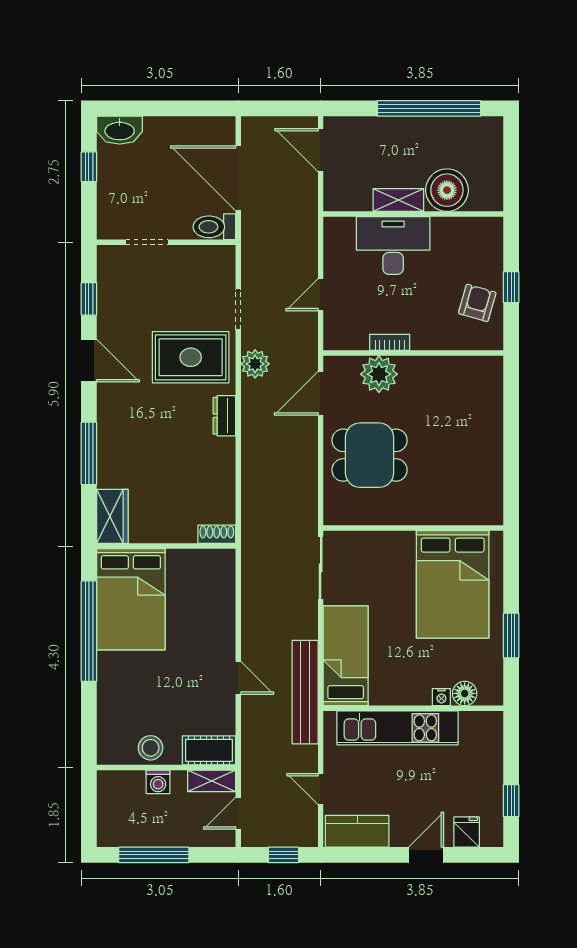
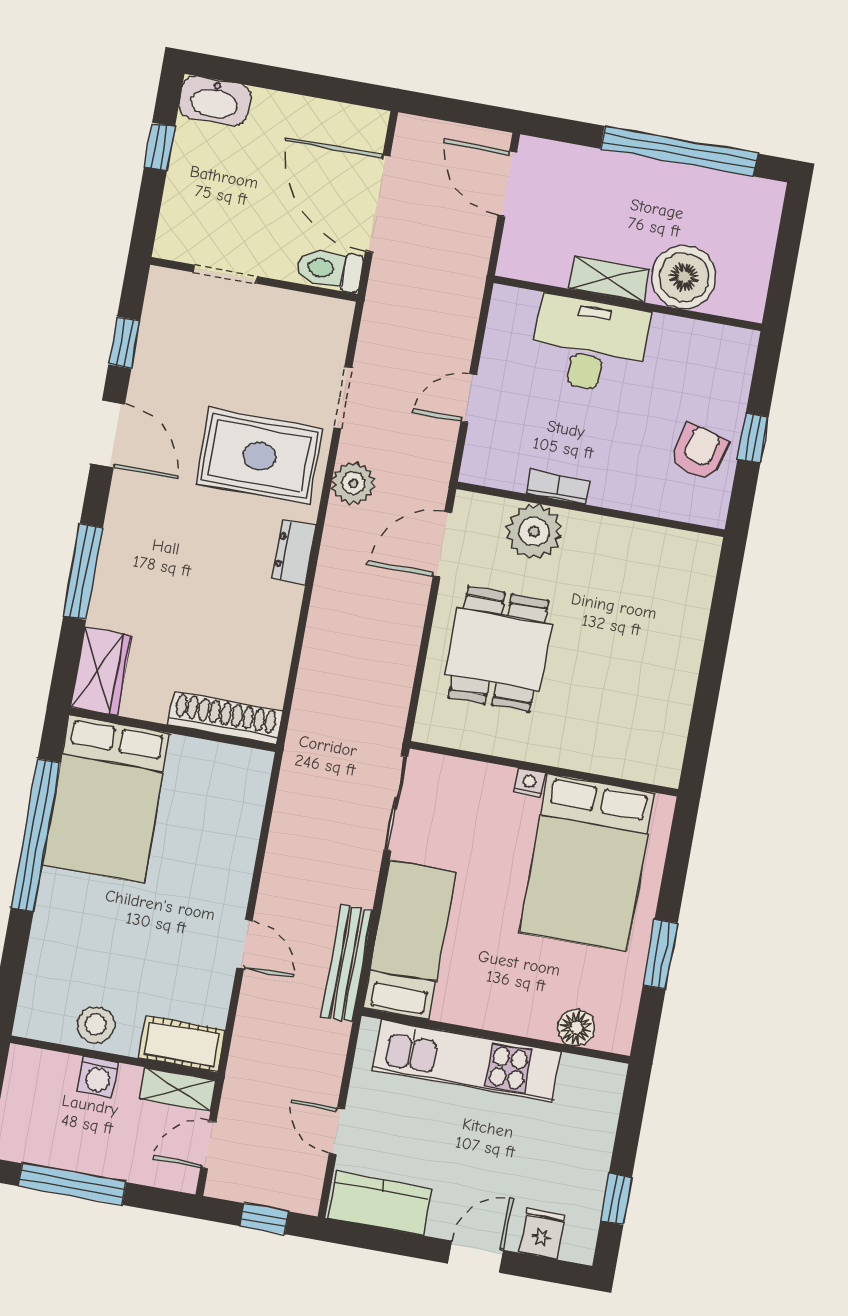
dining table: (370, 455) -> (498, 649), turned 90
shoe rack: (217, 534) -> (225, 718), width x1.94, depth x1.24
bench: (305, 692) -> (347, 963), width x0.73, depth x0.82
nightstand: (441, 697) -> (529, 783), moved, turned 180

